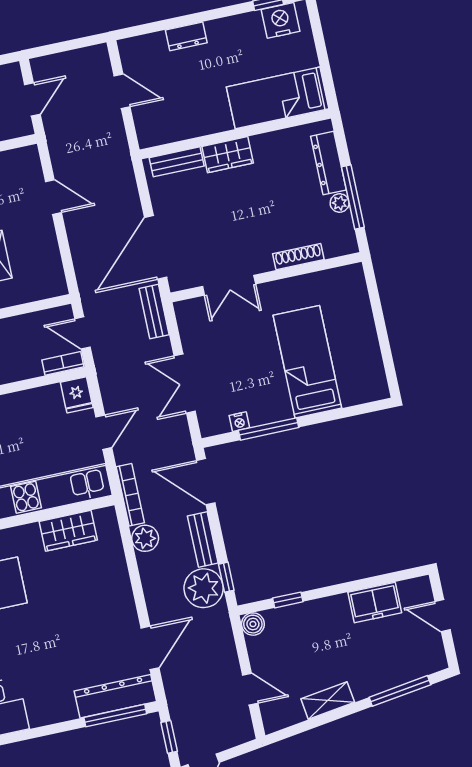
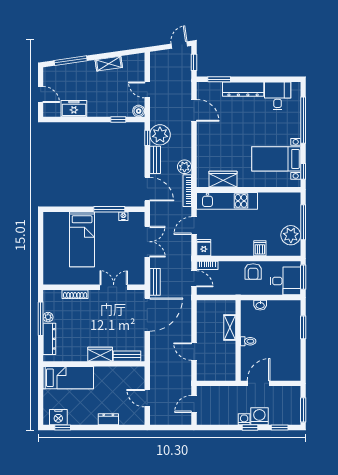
door: (150, 648) -> (194, 110), swing flipped
door: (250, 689) -> (147, 90), moved
dresser: (115, 696) -> (243, 89), moved
window: (115, 716) -> (219, 79), width x0.69

